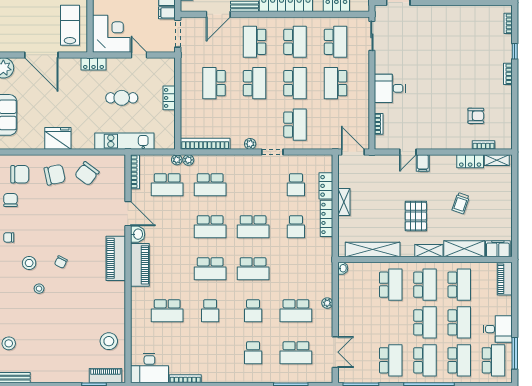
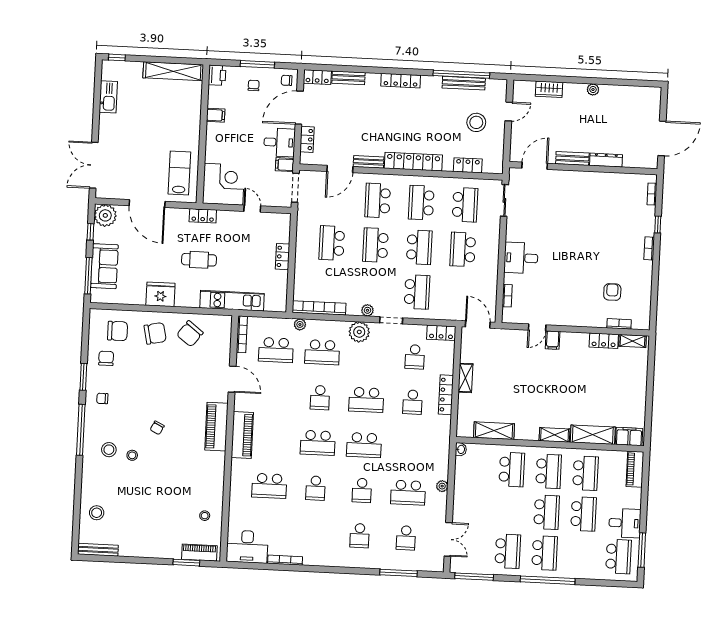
school desk: (295, 42) -> (421, 203), turned 180
school desk: (255, 83) -> (375, 245), turned 180
cafe table: (122, 98) -> (199, 260), moved
armchair: (476, 116) -> (612, 292), turned -90
plant: (177, 160) -> (359, 332), moved, width x1.88, depth x1.88
locker: (326, 186) -> (441, 333), moved, turned -90
trolley: (461, 203) -> (591, 385), removed
pallet: (416, 216) -> (542, 397), removed
school desk: (210, 227) -> (320, 398), width x0.54
washbasin: (138, 234) -> (241, 402), removed
shelving: (373, 249) -> (494, 431), width x0.68
stool: (29, 263) -> (109, 450), moved
stool: (109, 341) -> (205, 516), width x0.53, depth x0.53
school desk: (296, 353) -> (406, 538), width x0.54
school desk: (459, 360) -> (581, 555), removed

